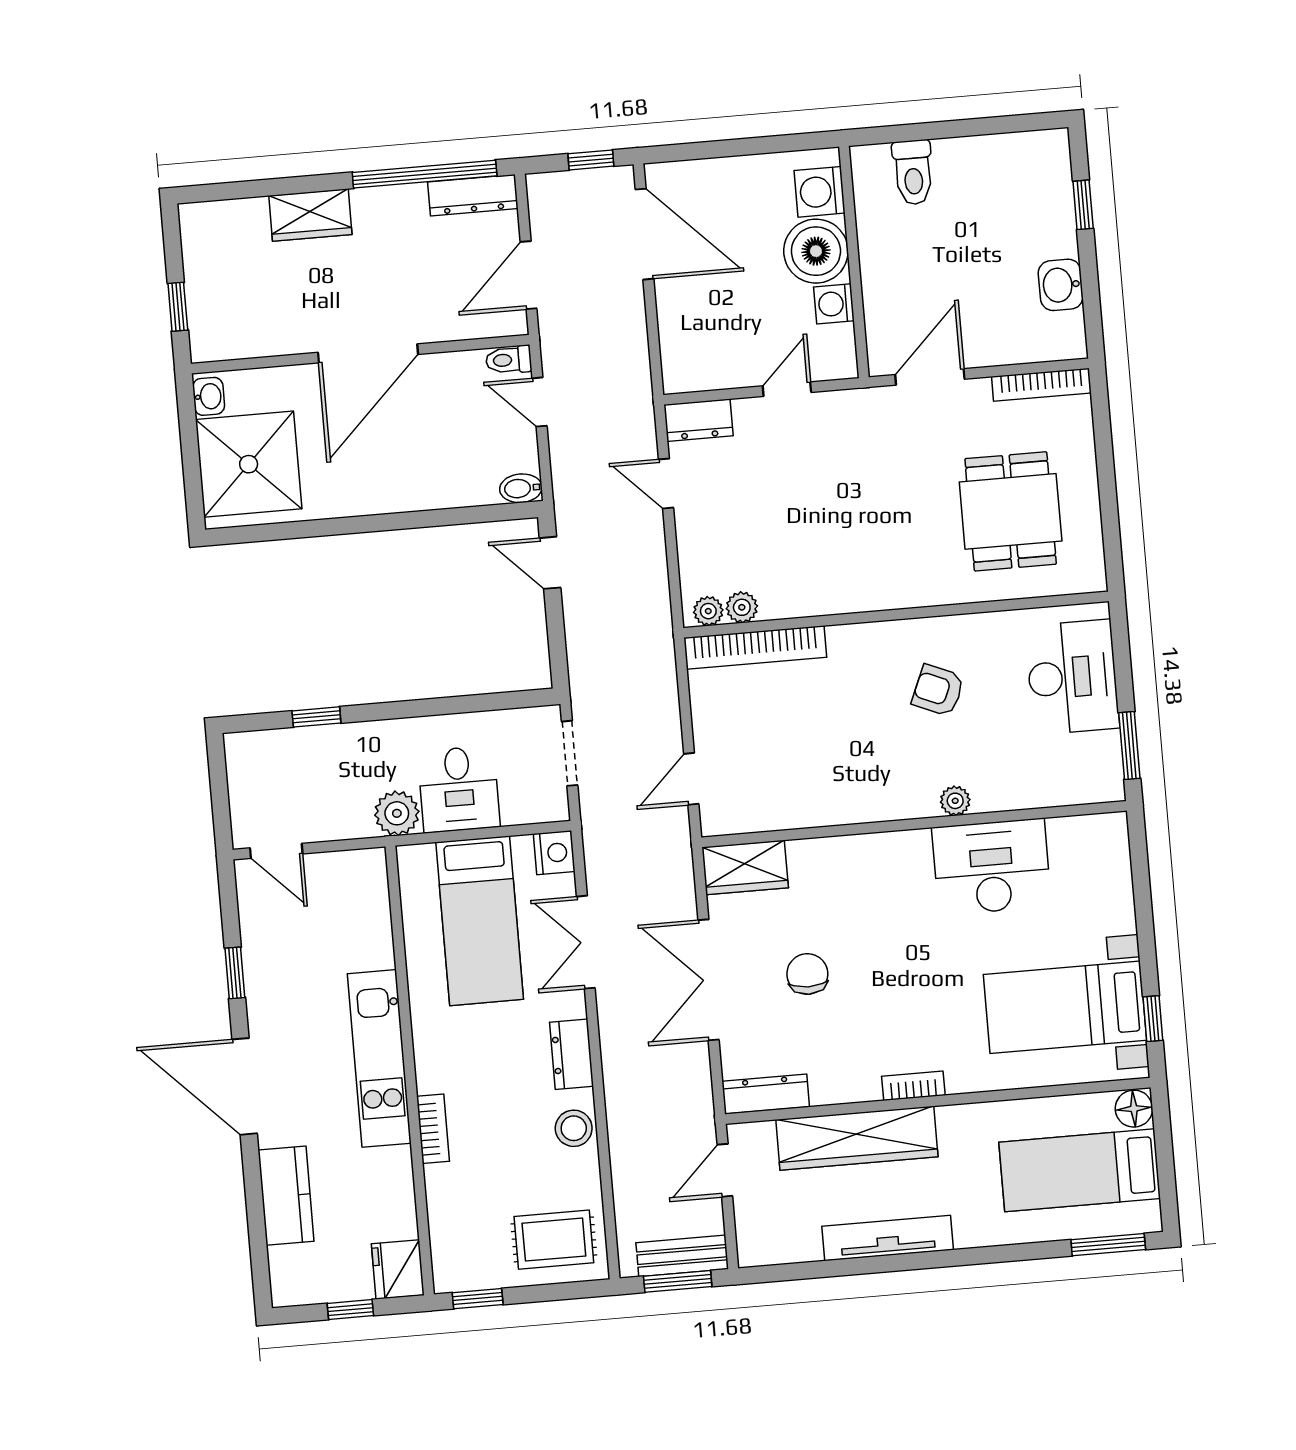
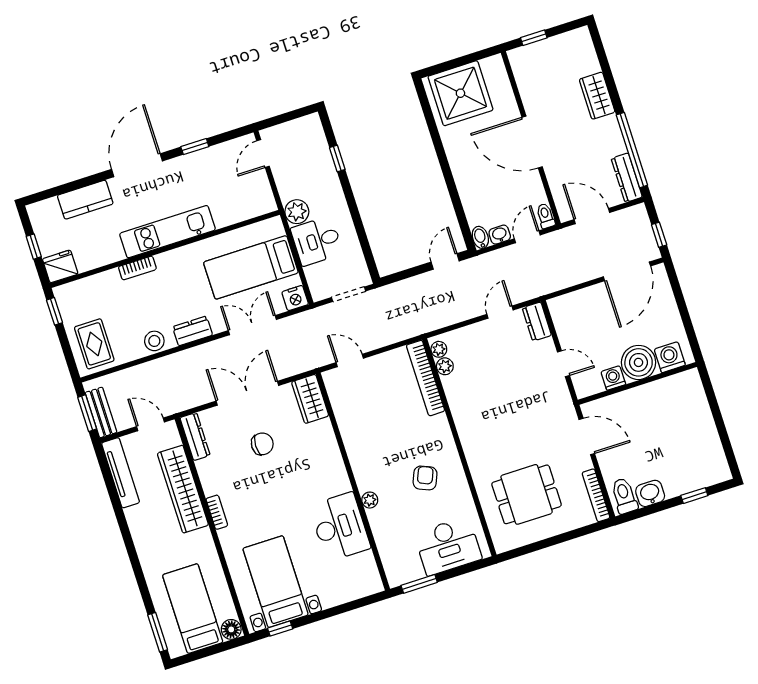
toilet: (913, 172) -> (624, 496), moved, turned 90
washbasin: (209, 396) -> (500, 235), moved, turned 180
tv unit: (888, 1238) -> (121, 473), moved

